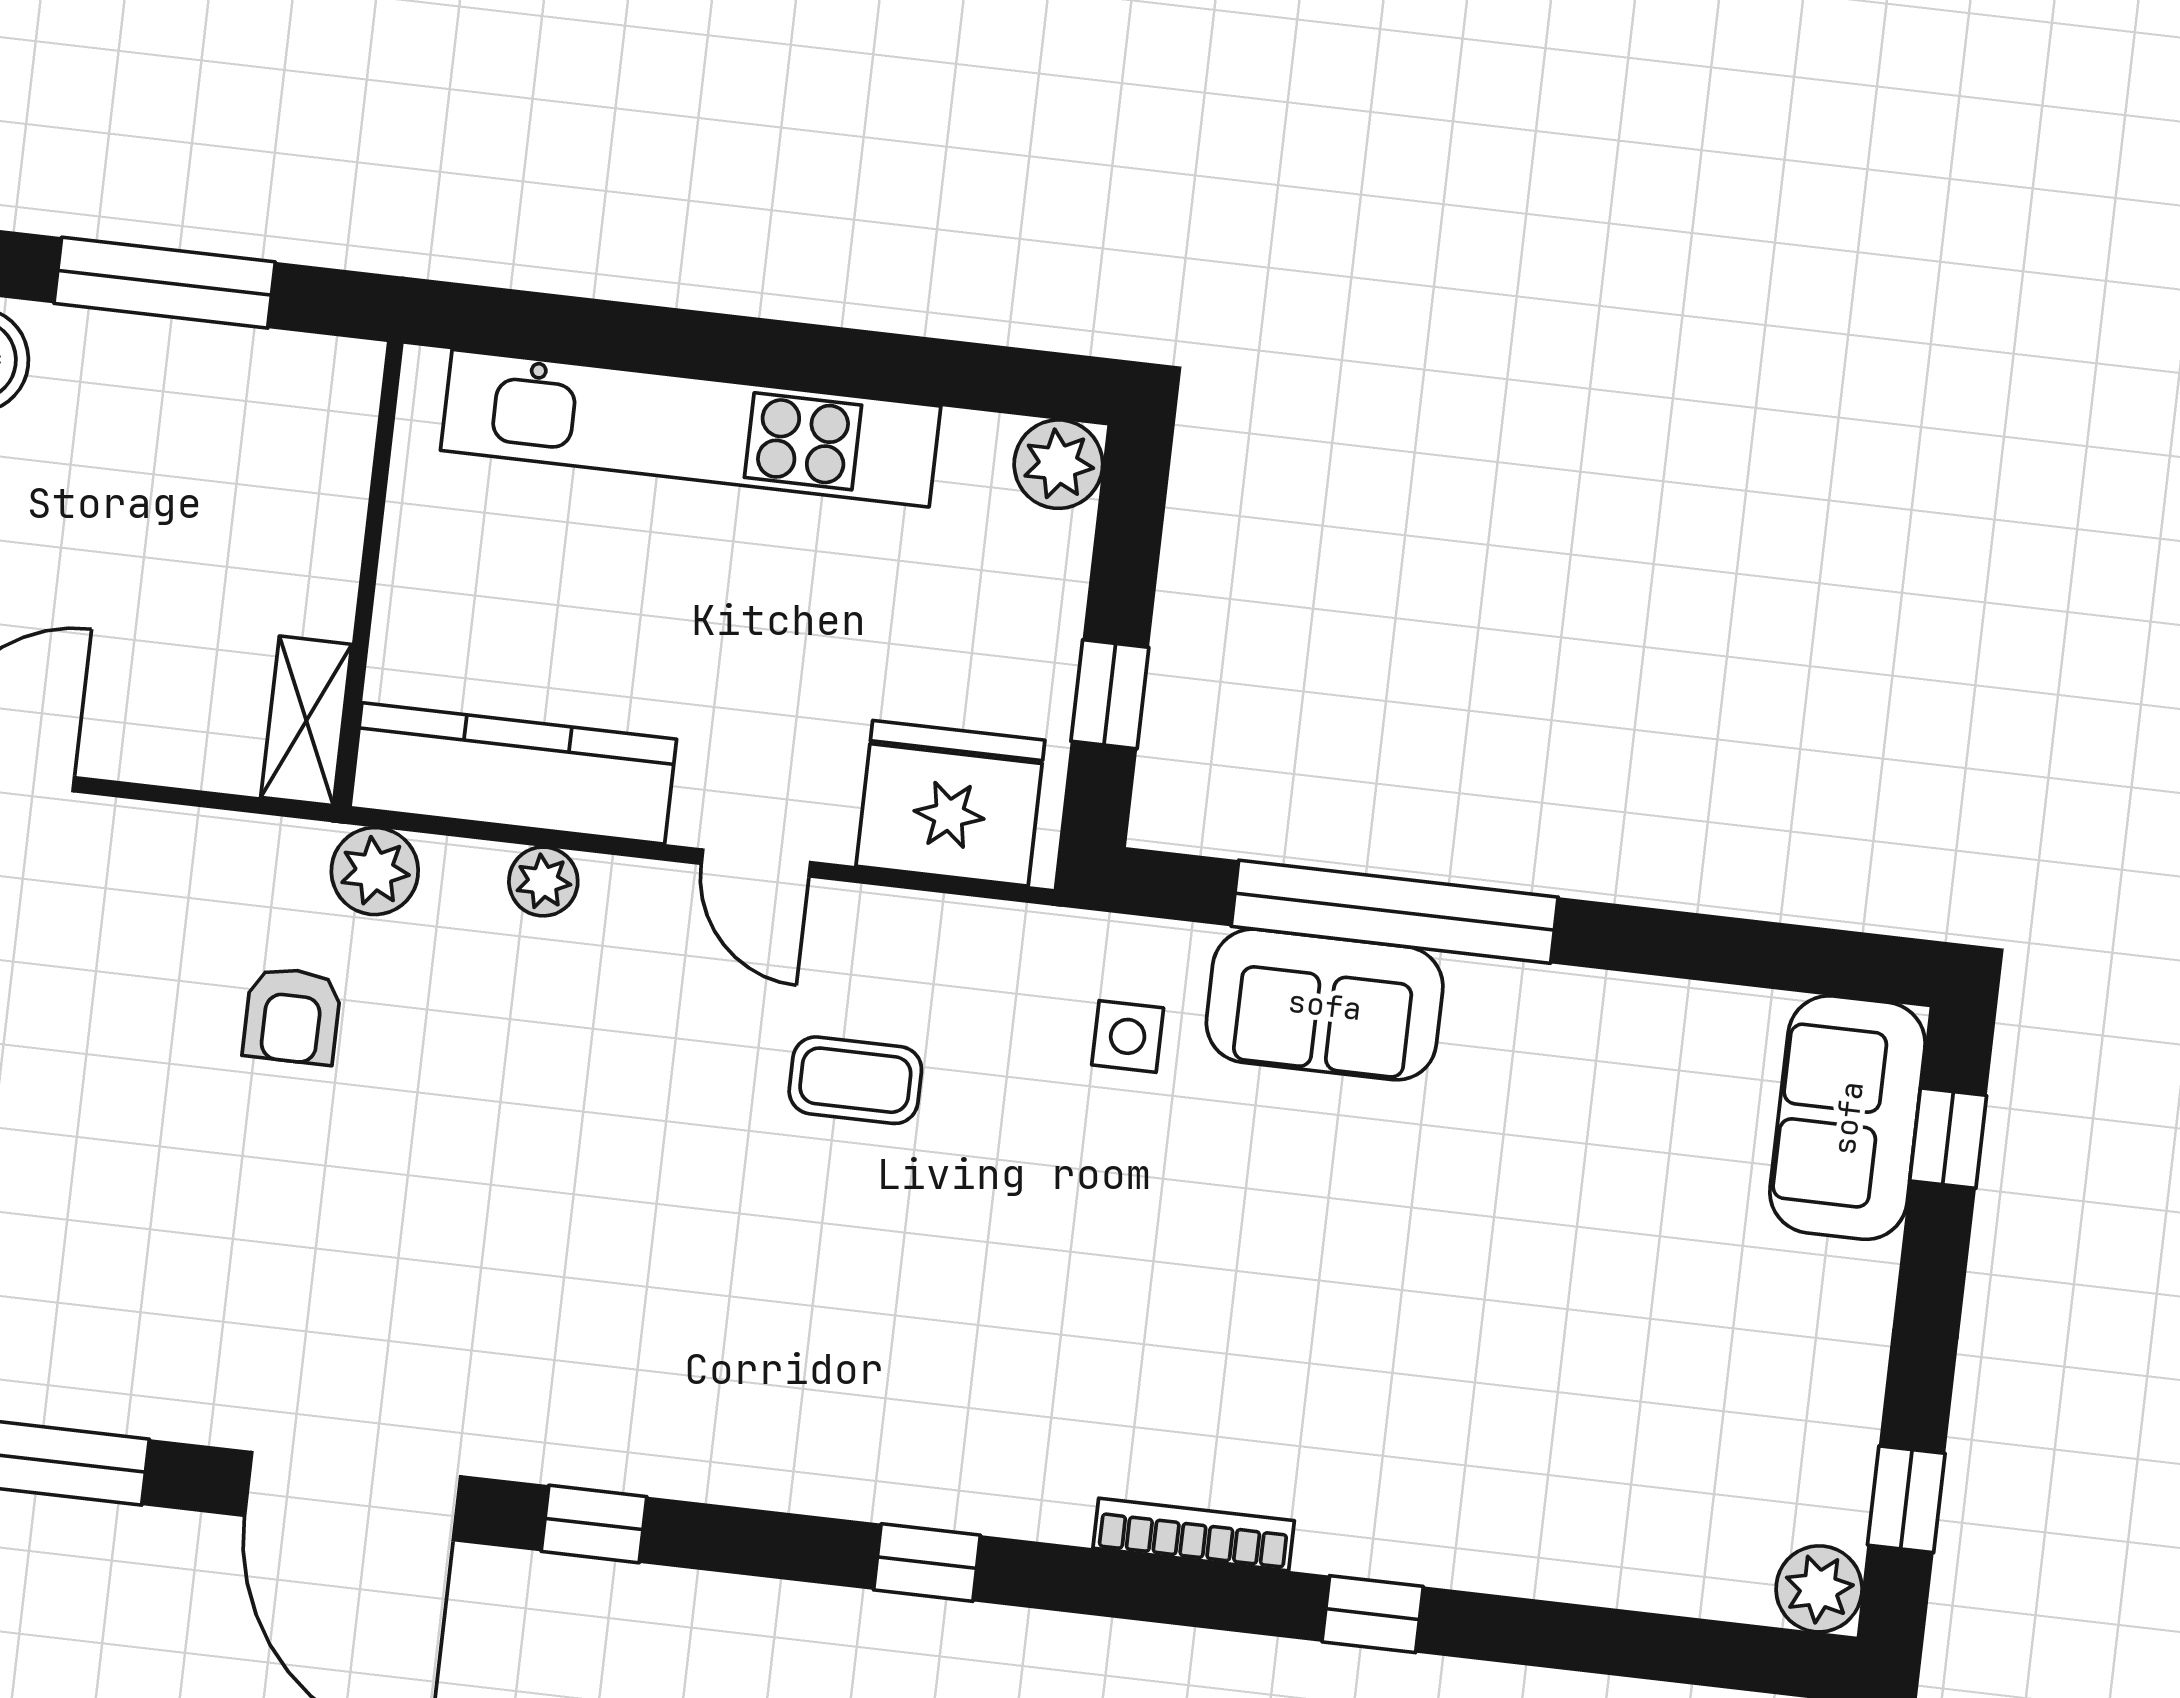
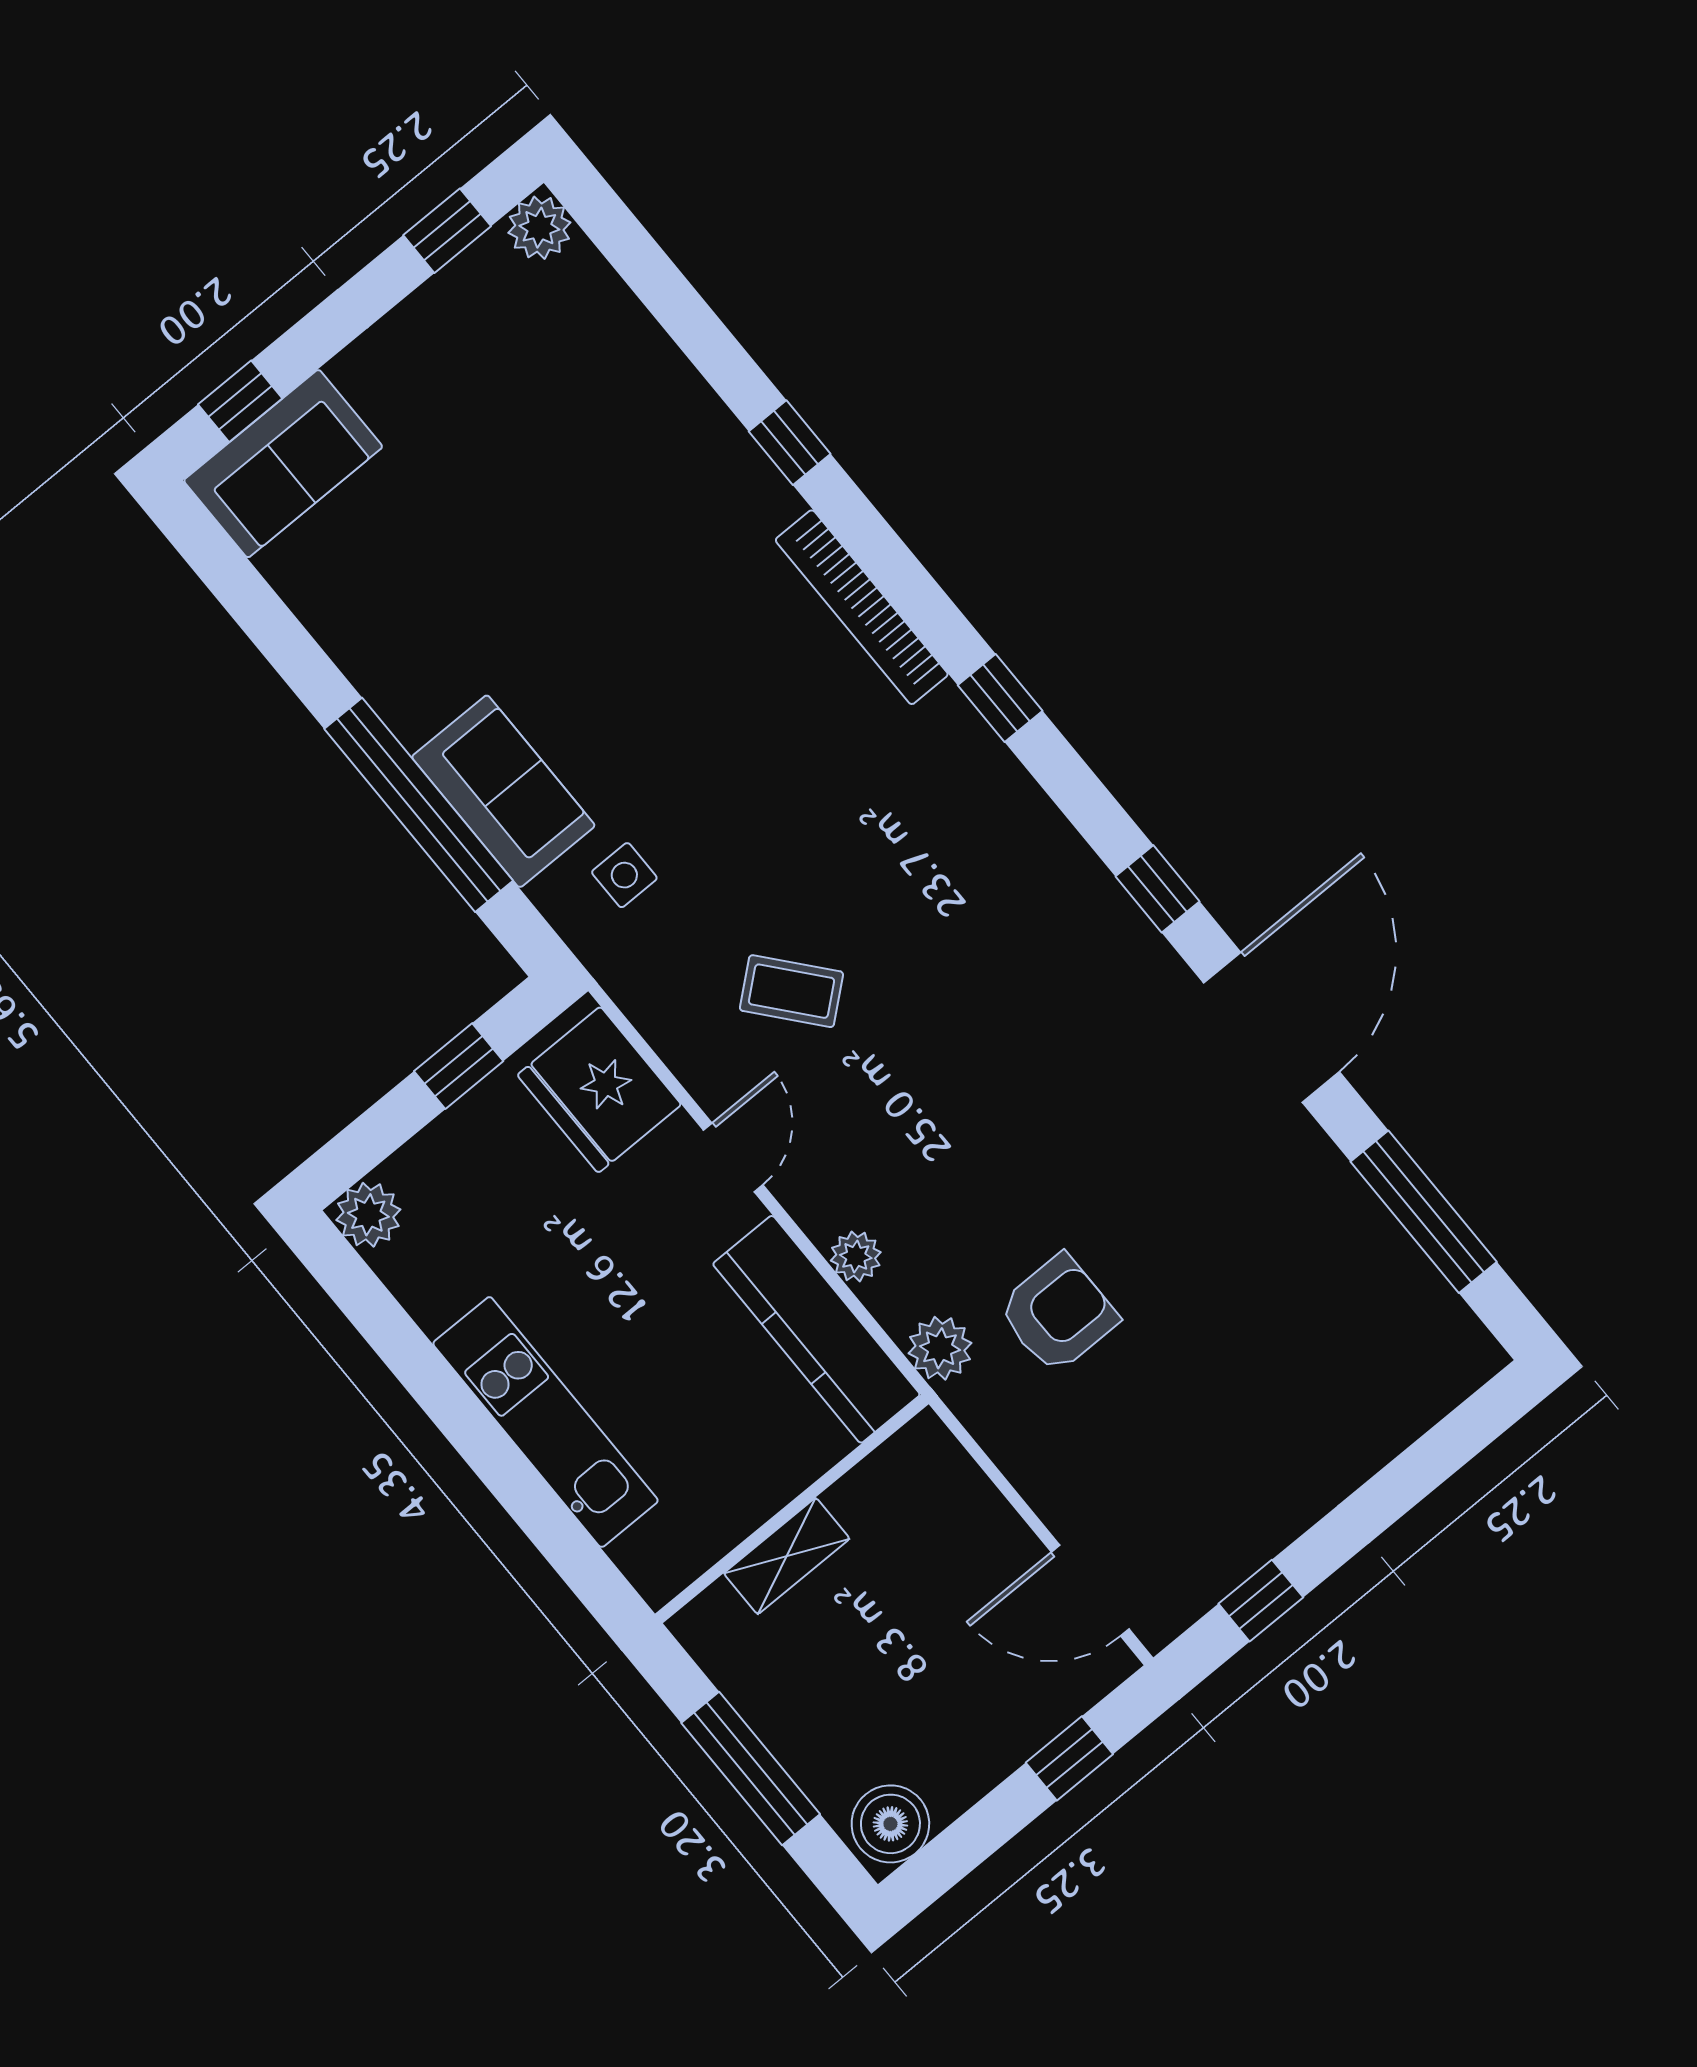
kitchen unit: (691, 428) -> (546, 1422), width x0.73
shelving: (306, 721) -> (787, 1556), moved
armchair: (292, 1016) -> (1058, 1314), width x1.38, depth x1.38
coffee table: (855, 1080) -> (791, 991), turned -40
bookcase: (1194, 1534) -> (862, 607), width x1.48, depth x1.31

